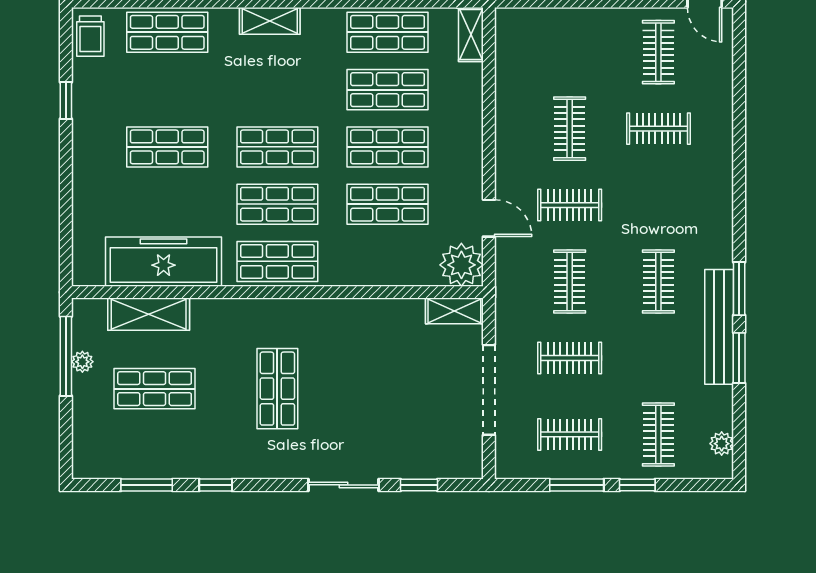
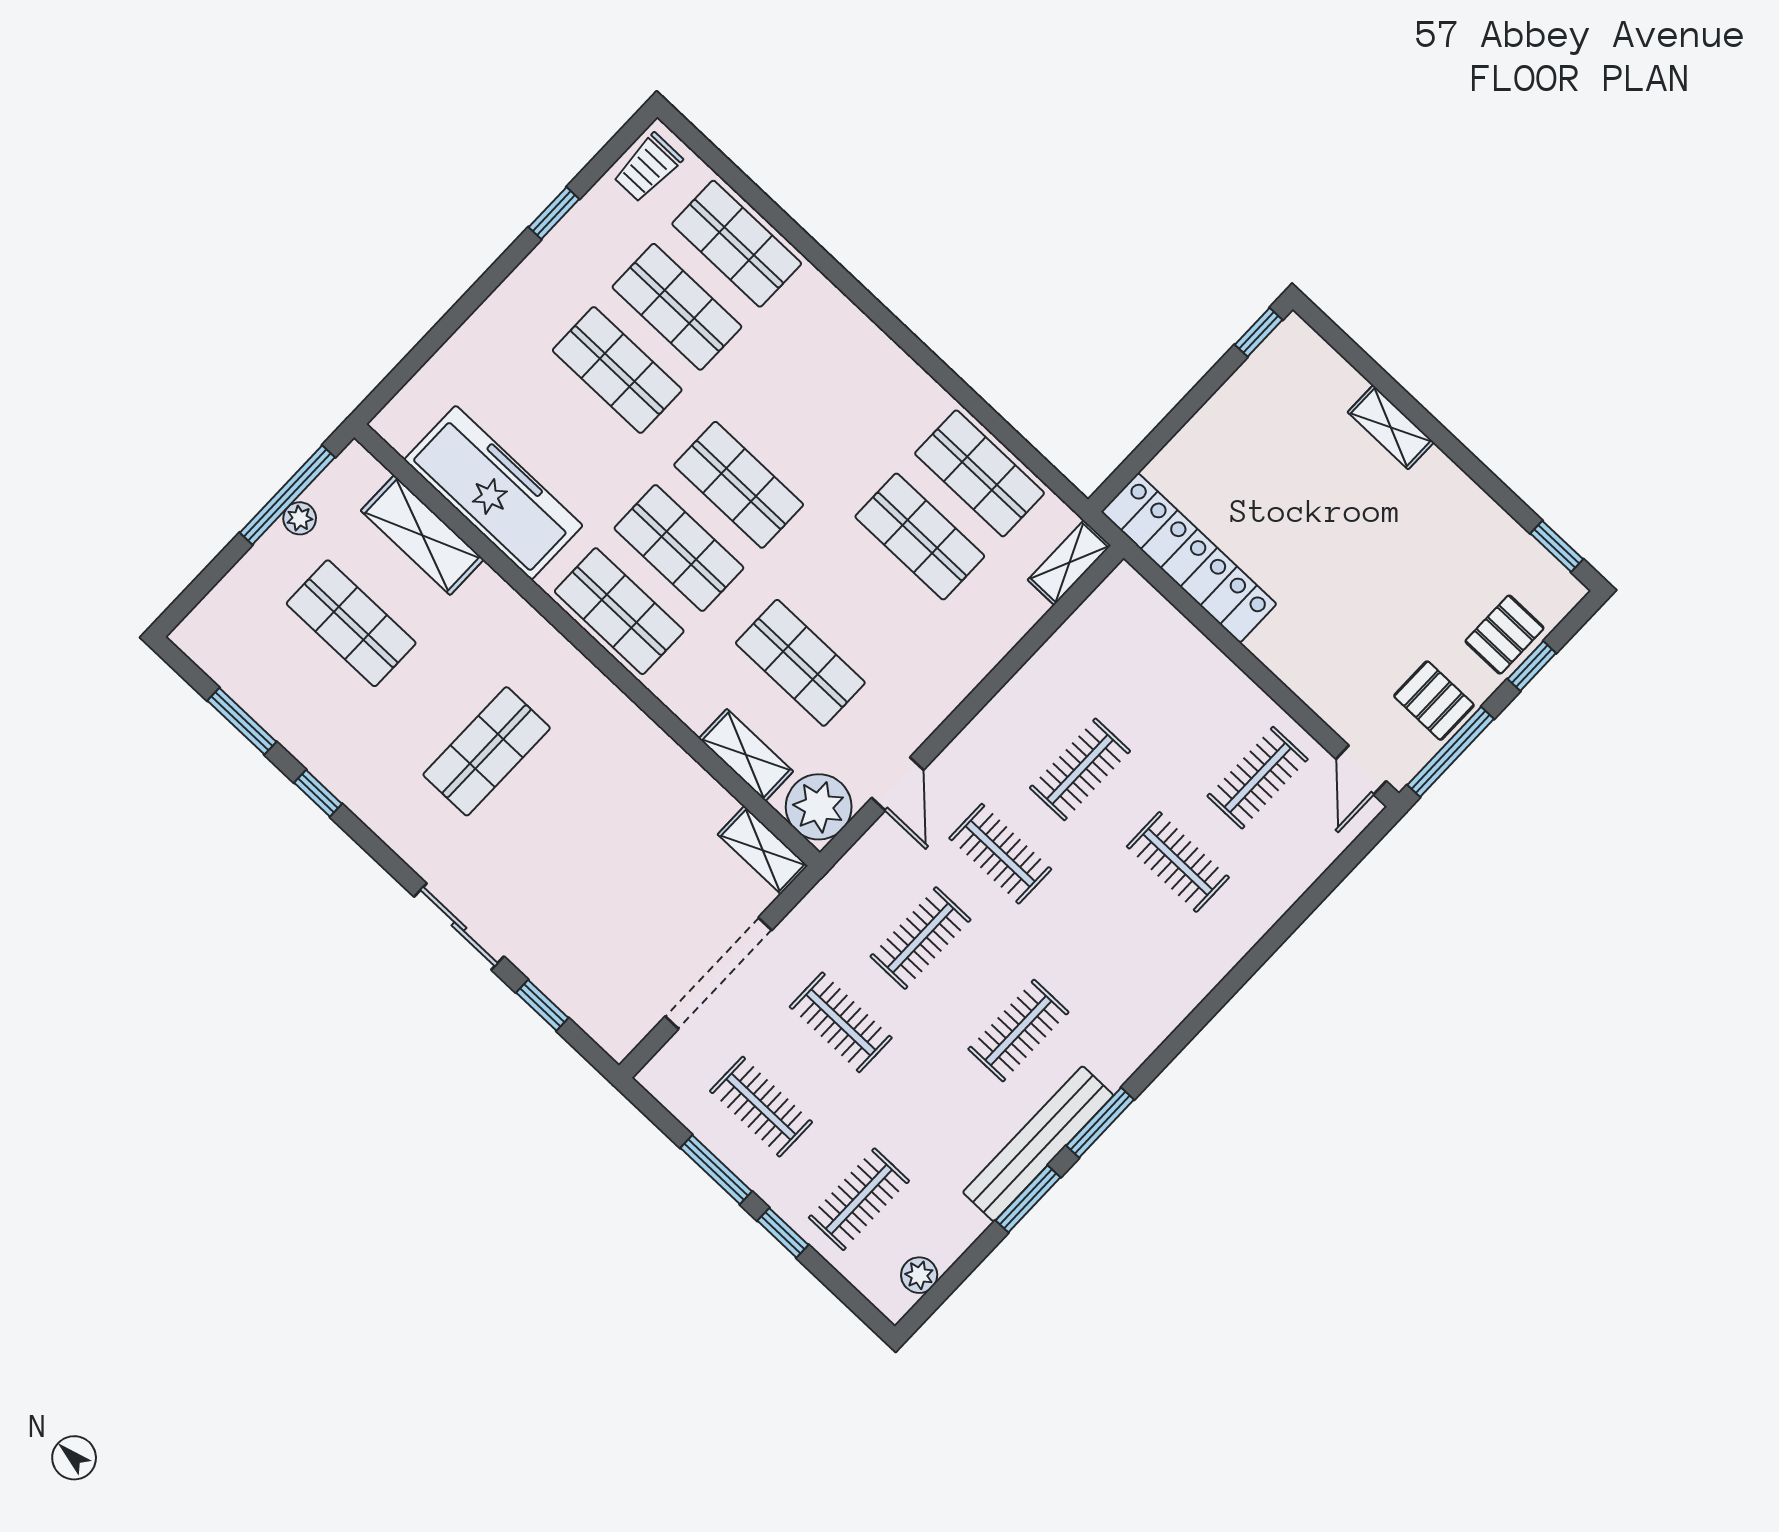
shelving: (270, 21) -> (746, 755), moved
shop shelf: (388, 147) -> (677, 307), moved

